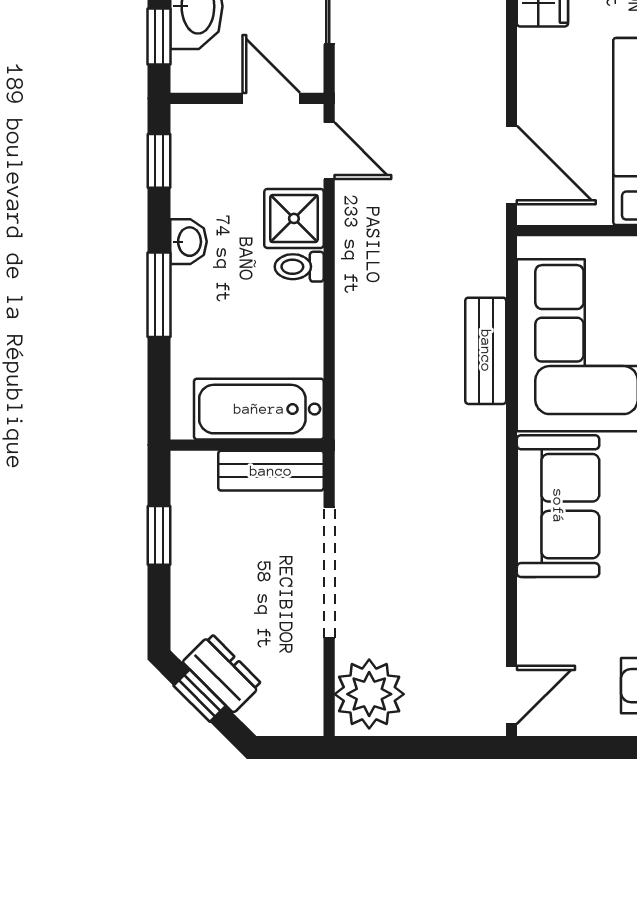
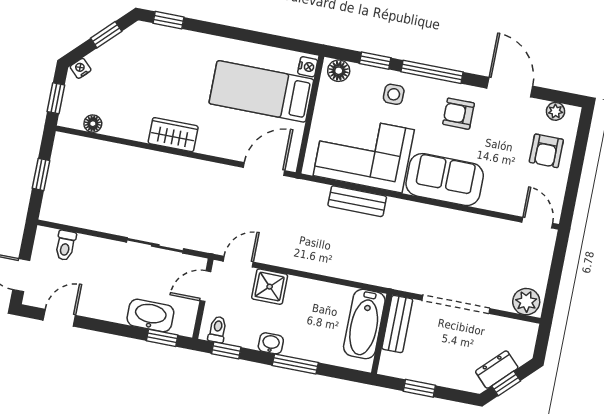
toilet: (299, 267) -> (217, 330), moved, turned 180
plant: (369, 694) -> (526, 302), width x0.73, depth x0.73

